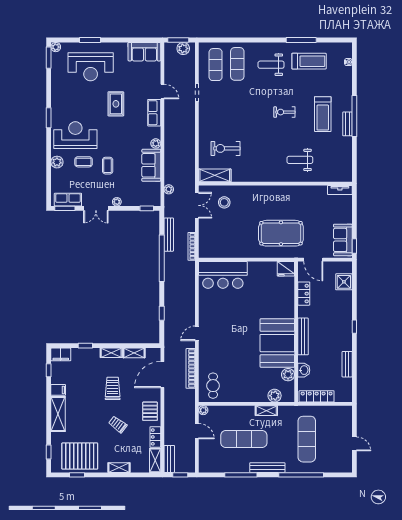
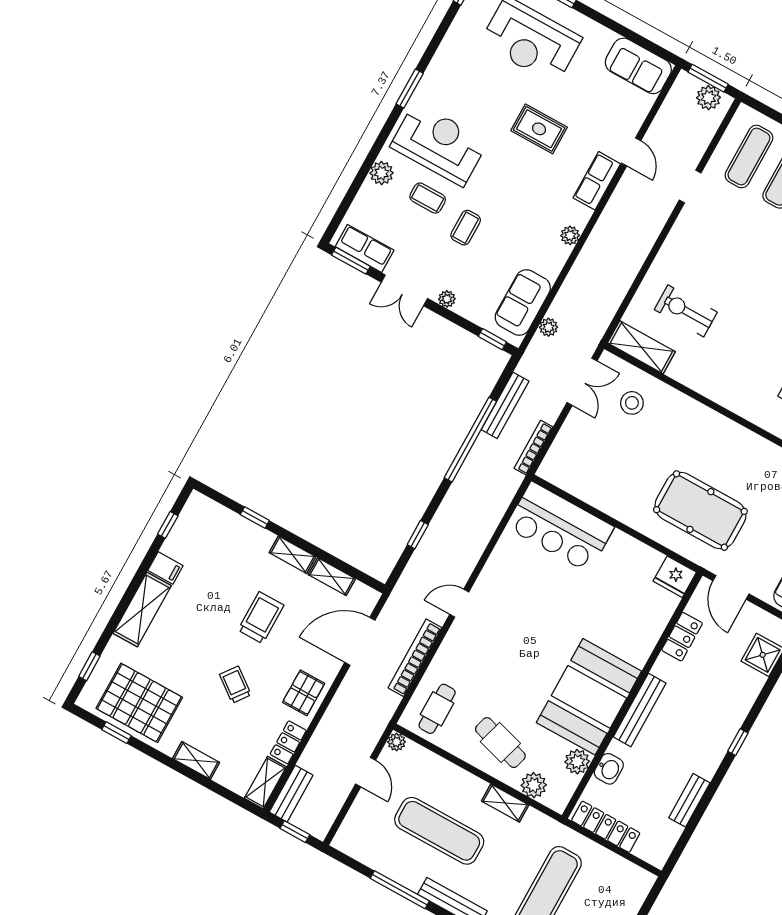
rug: (116, 104) -> (539, 129), turned 90
sofa: (151, 165) -> (523, 302), moved
filing cabinet: (61, 354) -> (204, 509), removed
cafe table: (249, 385) -> (500, 743), added

